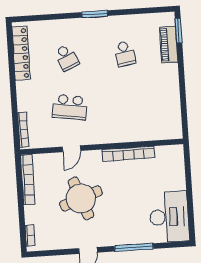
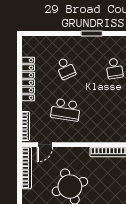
locker: (21, 53) -> (28, 79), moved
door: (71, 149) -> (45, 145), moved

